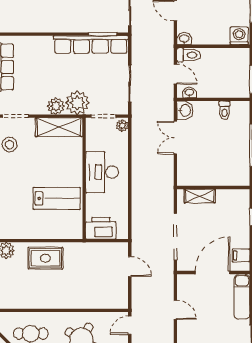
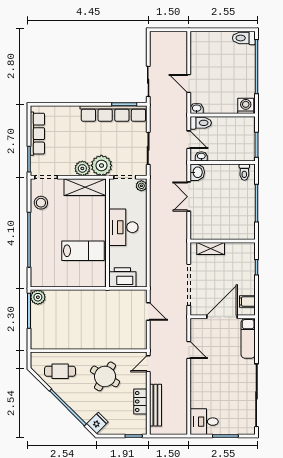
toilet: (225, 110) -> (244, 172), moved
rug: (45, 258) -> (73, 304), removed

